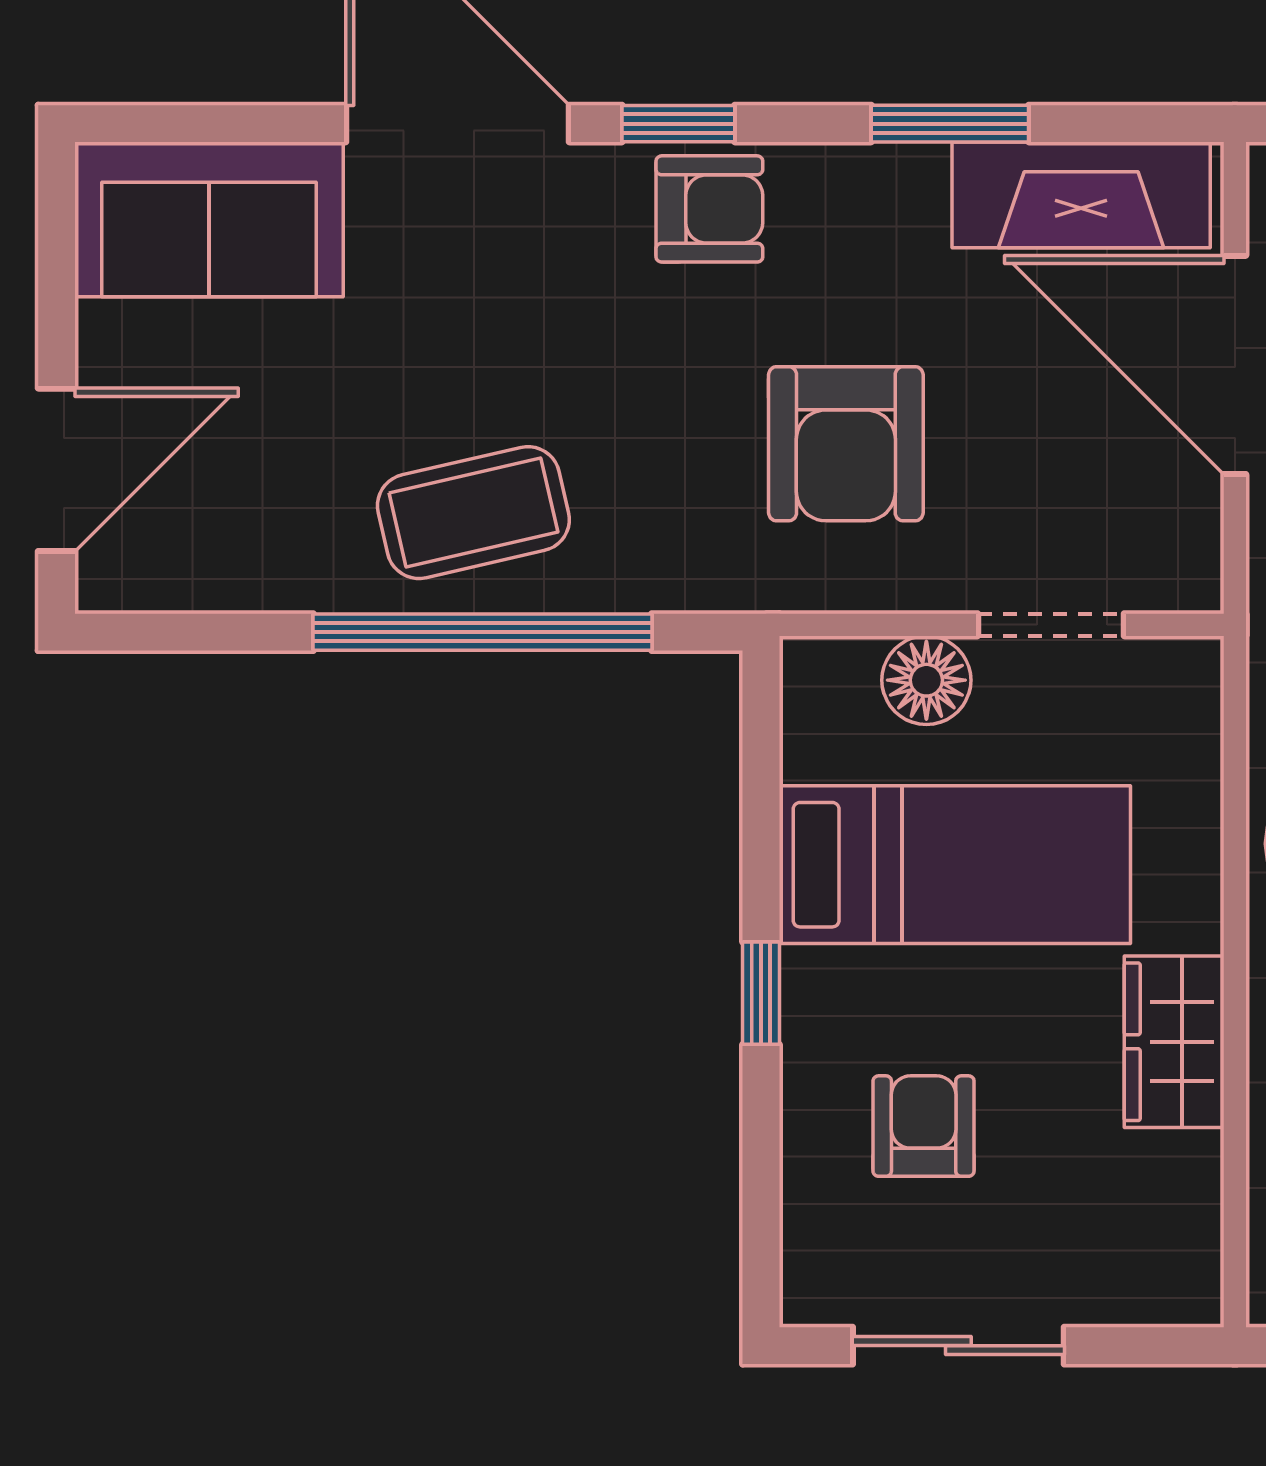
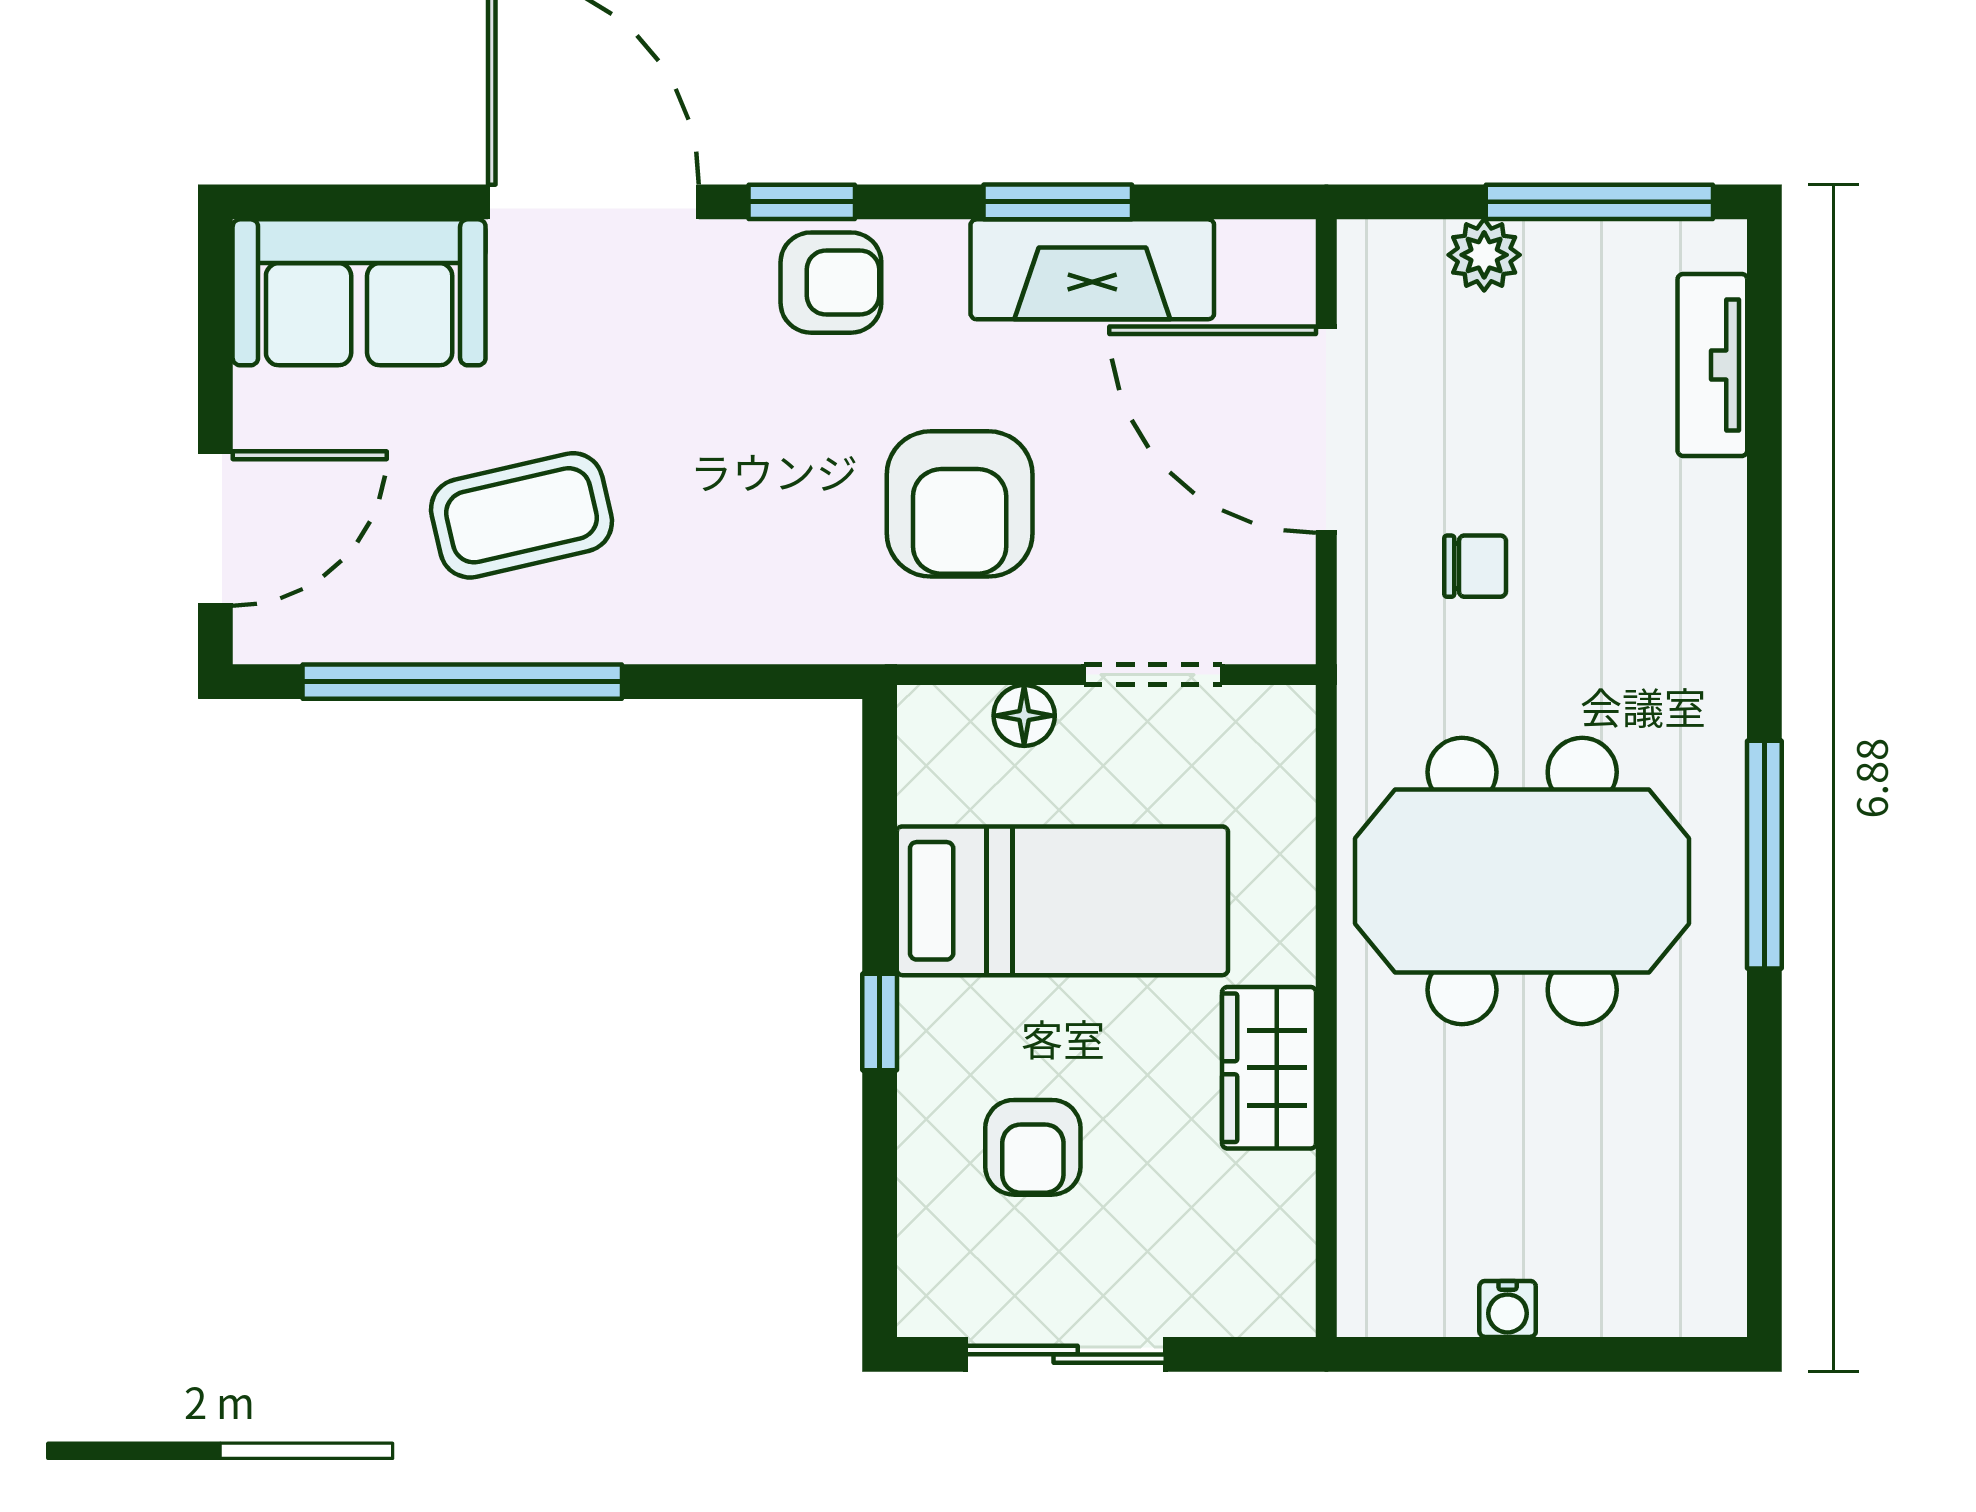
fireplace: (1081, 195) -> (1092, 269), moved
coffee table: (473, 513) -> (522, 515), moved
window: (482, 632) -> (462, 682), moved
floor lamp: (926, 680) -> (1024, 716), width x0.73, depth x0.73
armchair: (924, 1126) -> (1033, 1147), turned 180

